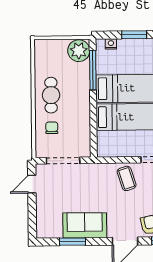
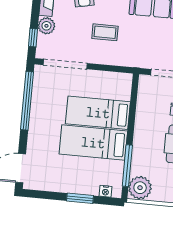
coffee table: (127, 178) -> (105, 32), moved, turned -72

